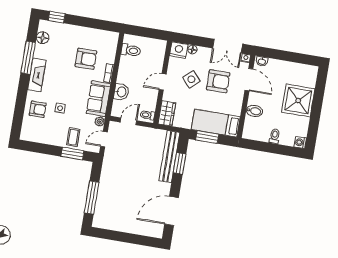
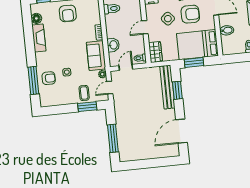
window: (28, 58) -> (33, 80), moved
armchair: (86, 59) -> (68, 13), moved, turned 90
fireplace: (37, 75) -> (39, 38), moved
bed: (216, 123) -> (197, 45), width x1.50

